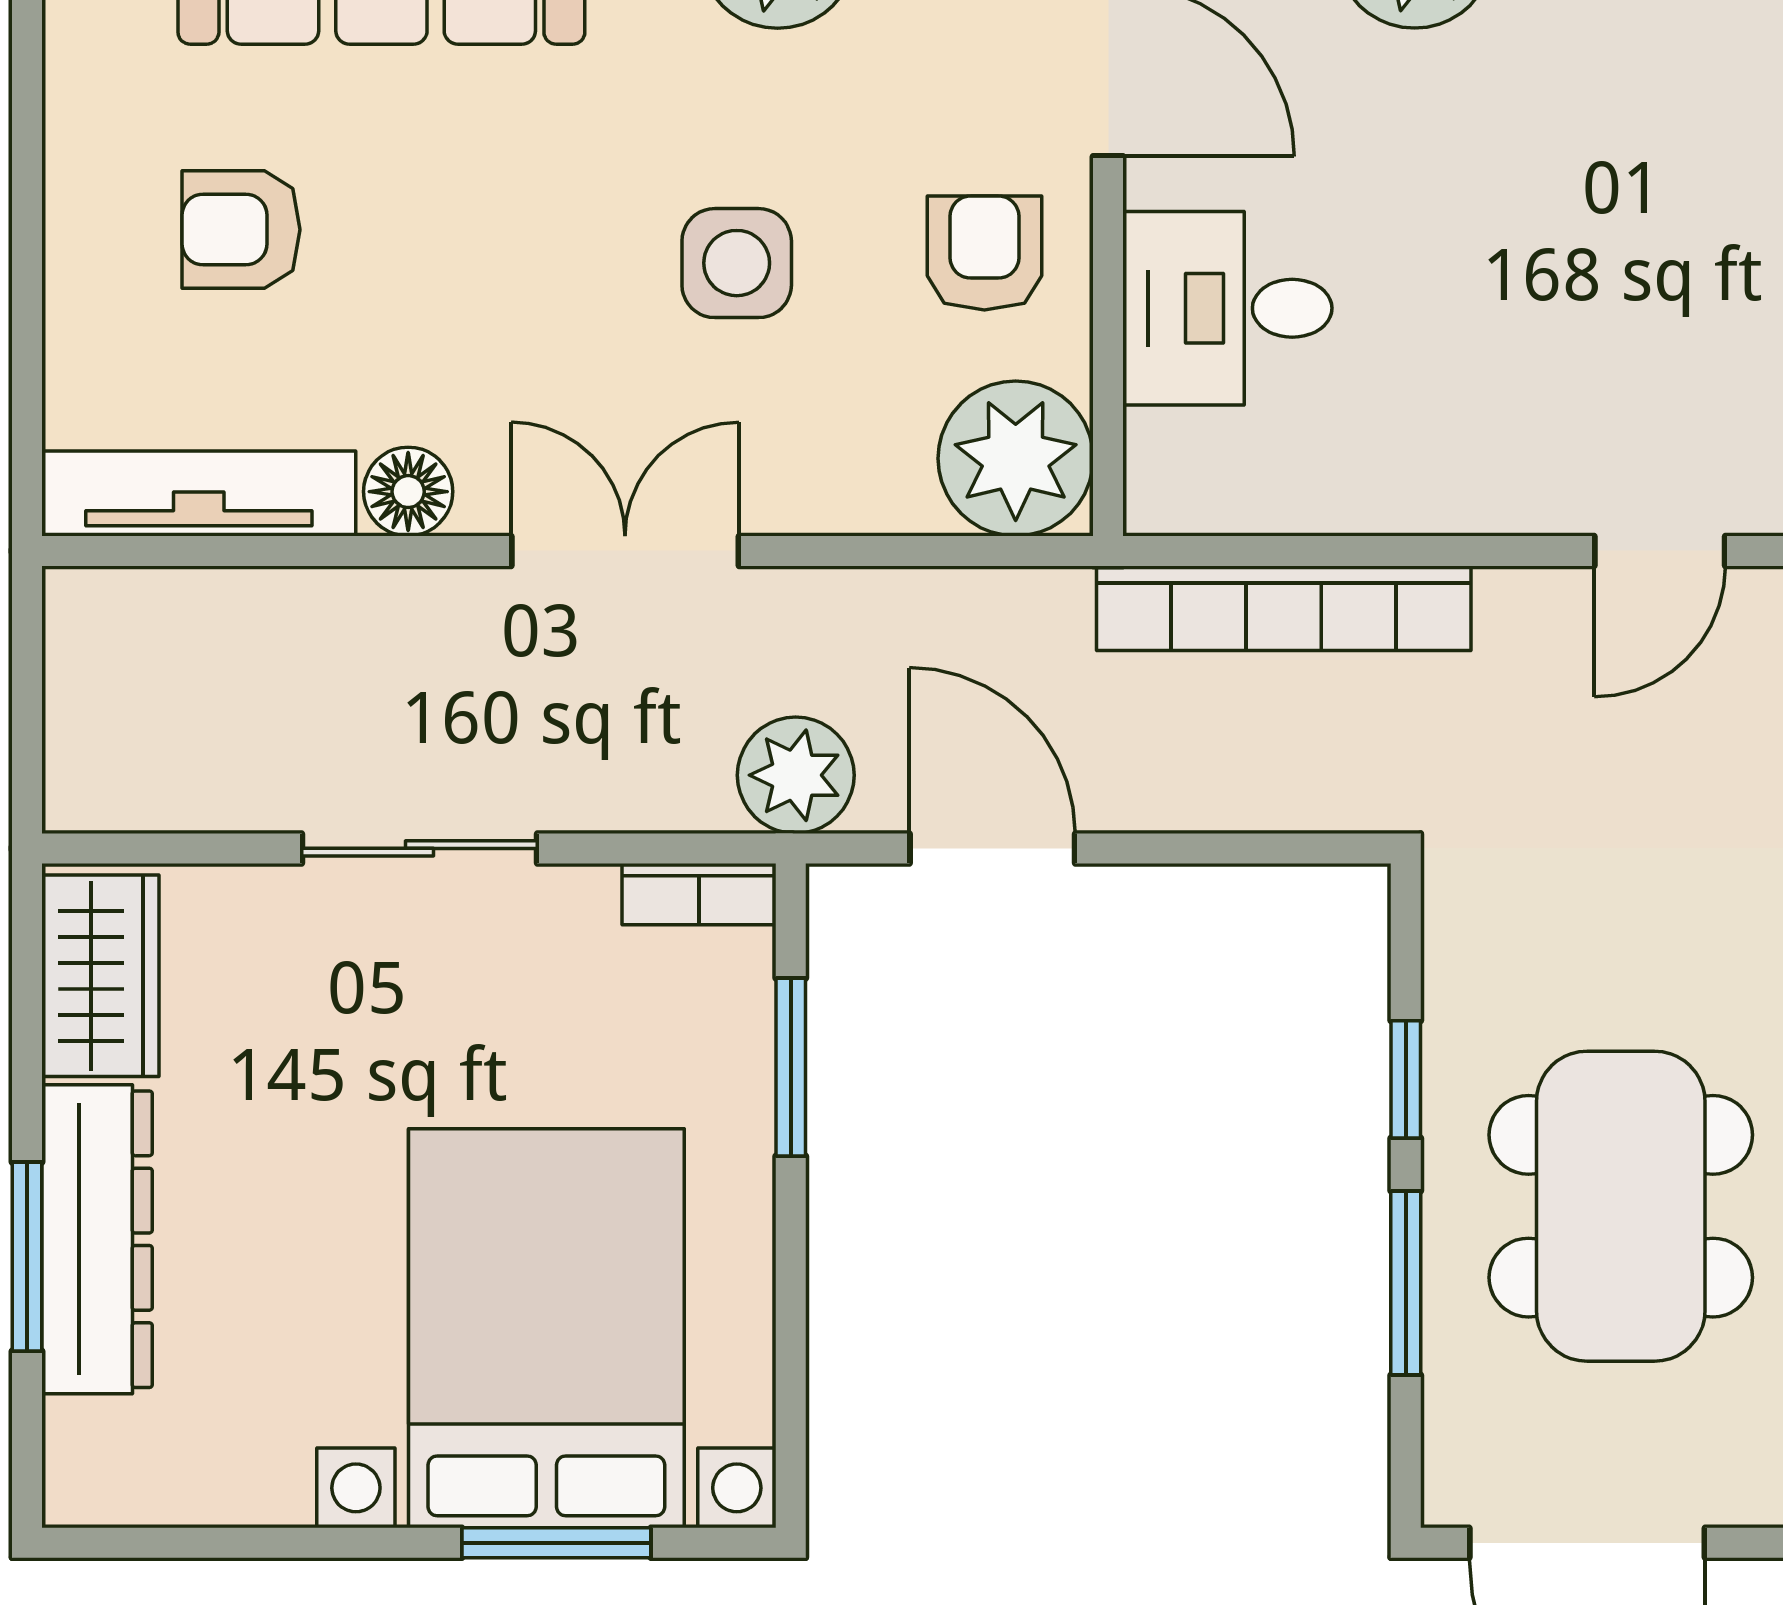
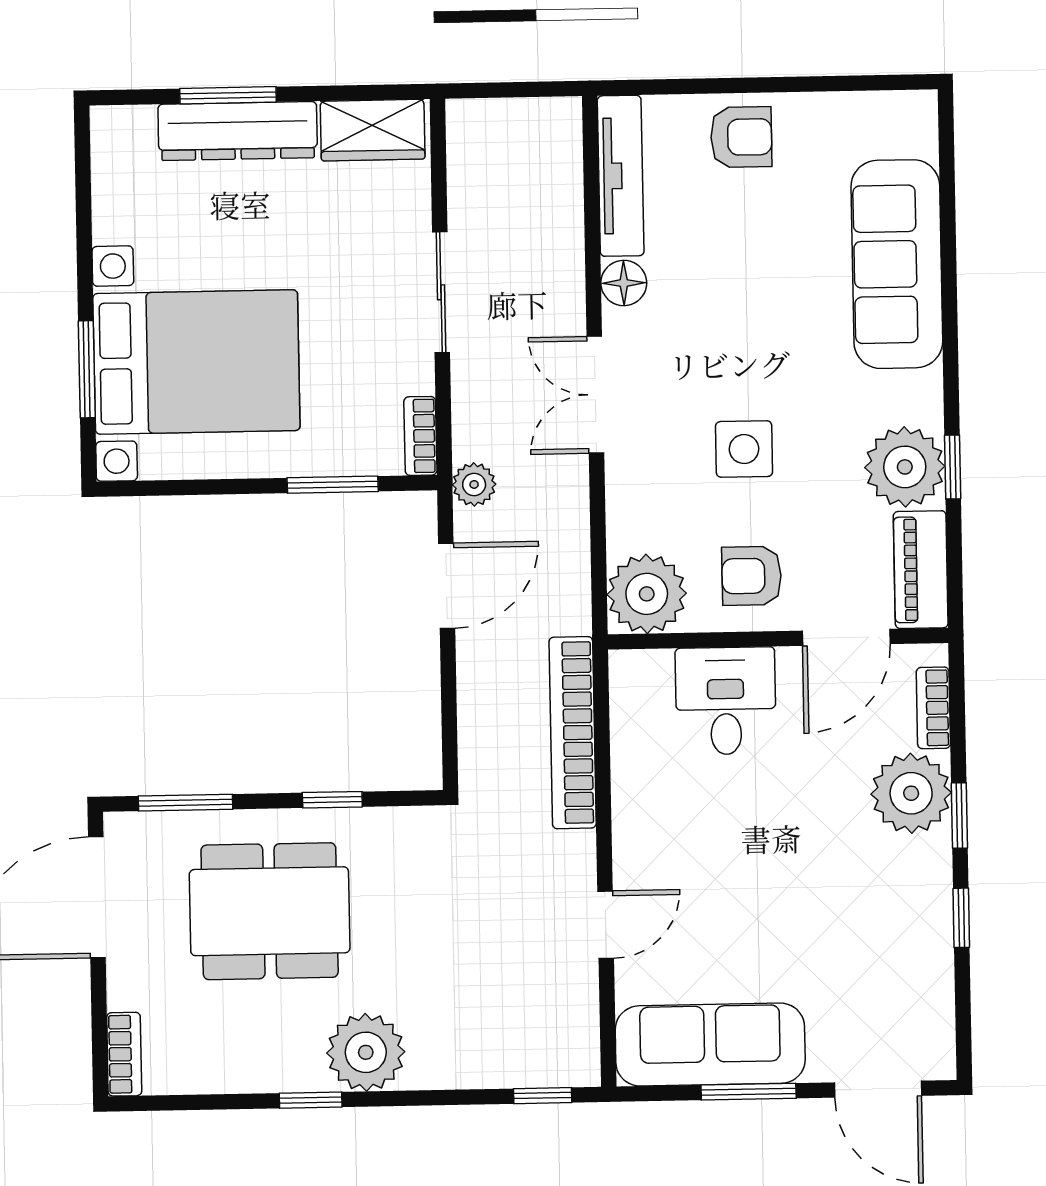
armchair: (241, 230) -> (741, 137), moved, turned 90
armchair: (984, 253) -> (752, 576), turned 180
double door: (625, 551) -> (595, 395), swing flipped
door: (1660, 551) -> (606, 925), swing flipped
plant: (796, 775) -> (474, 484), width x0.73, depth x0.73
window: (1406, 1283) -> (186, 803), moved

